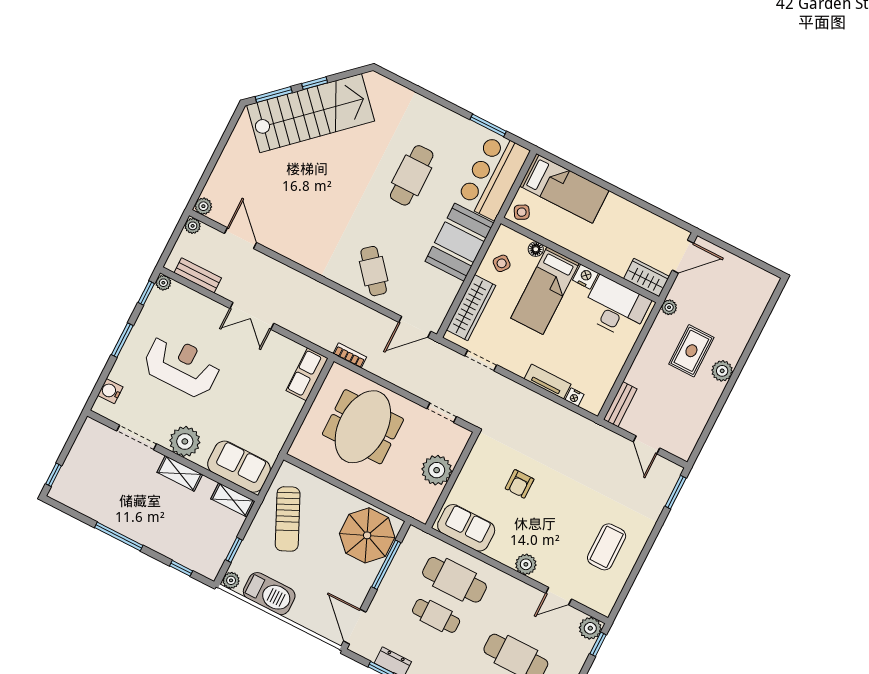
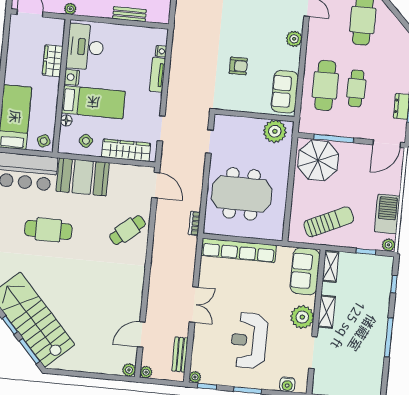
wardrobe: (646, 278) -> (53, 61), moved
row of seats: (307, 374) -> (239, 250), width x2.02
bench: (620, 404) -> (129, 14), moved
plant: (437, 470) -> (275, 131), moved

